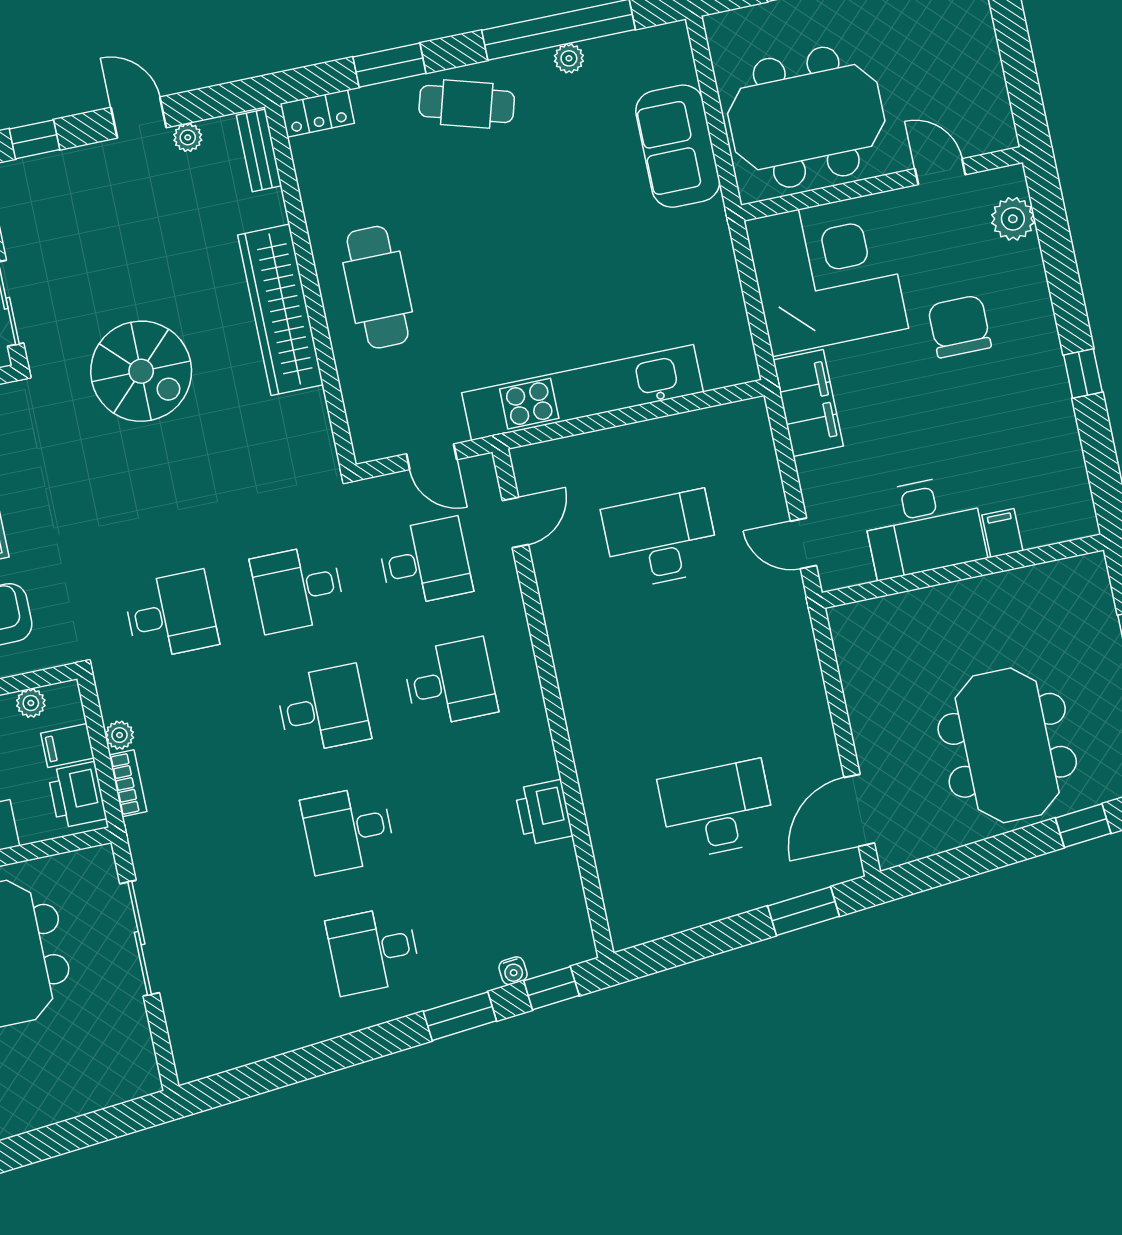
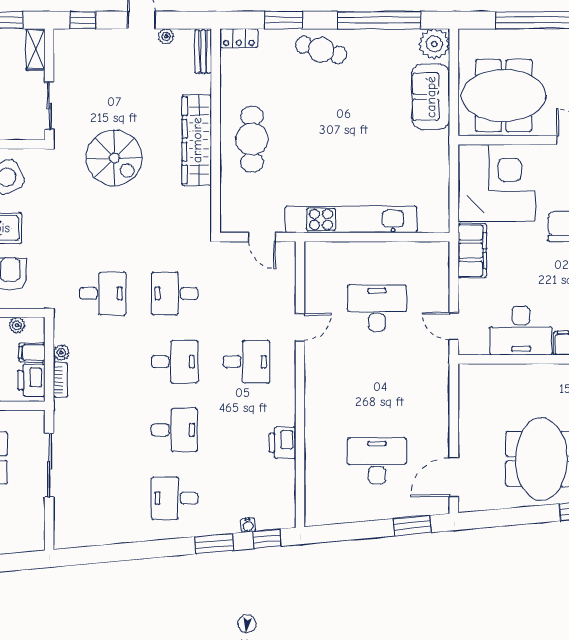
plant: (569, 58) -> (434, 44), moved, width x1.88, depth x1.88
door: (515, 522) -> (300, 327), moved
desk: (425, 562) -> (246, 293), removed
desk: (348, 830) -> (175, 430), turned 180

